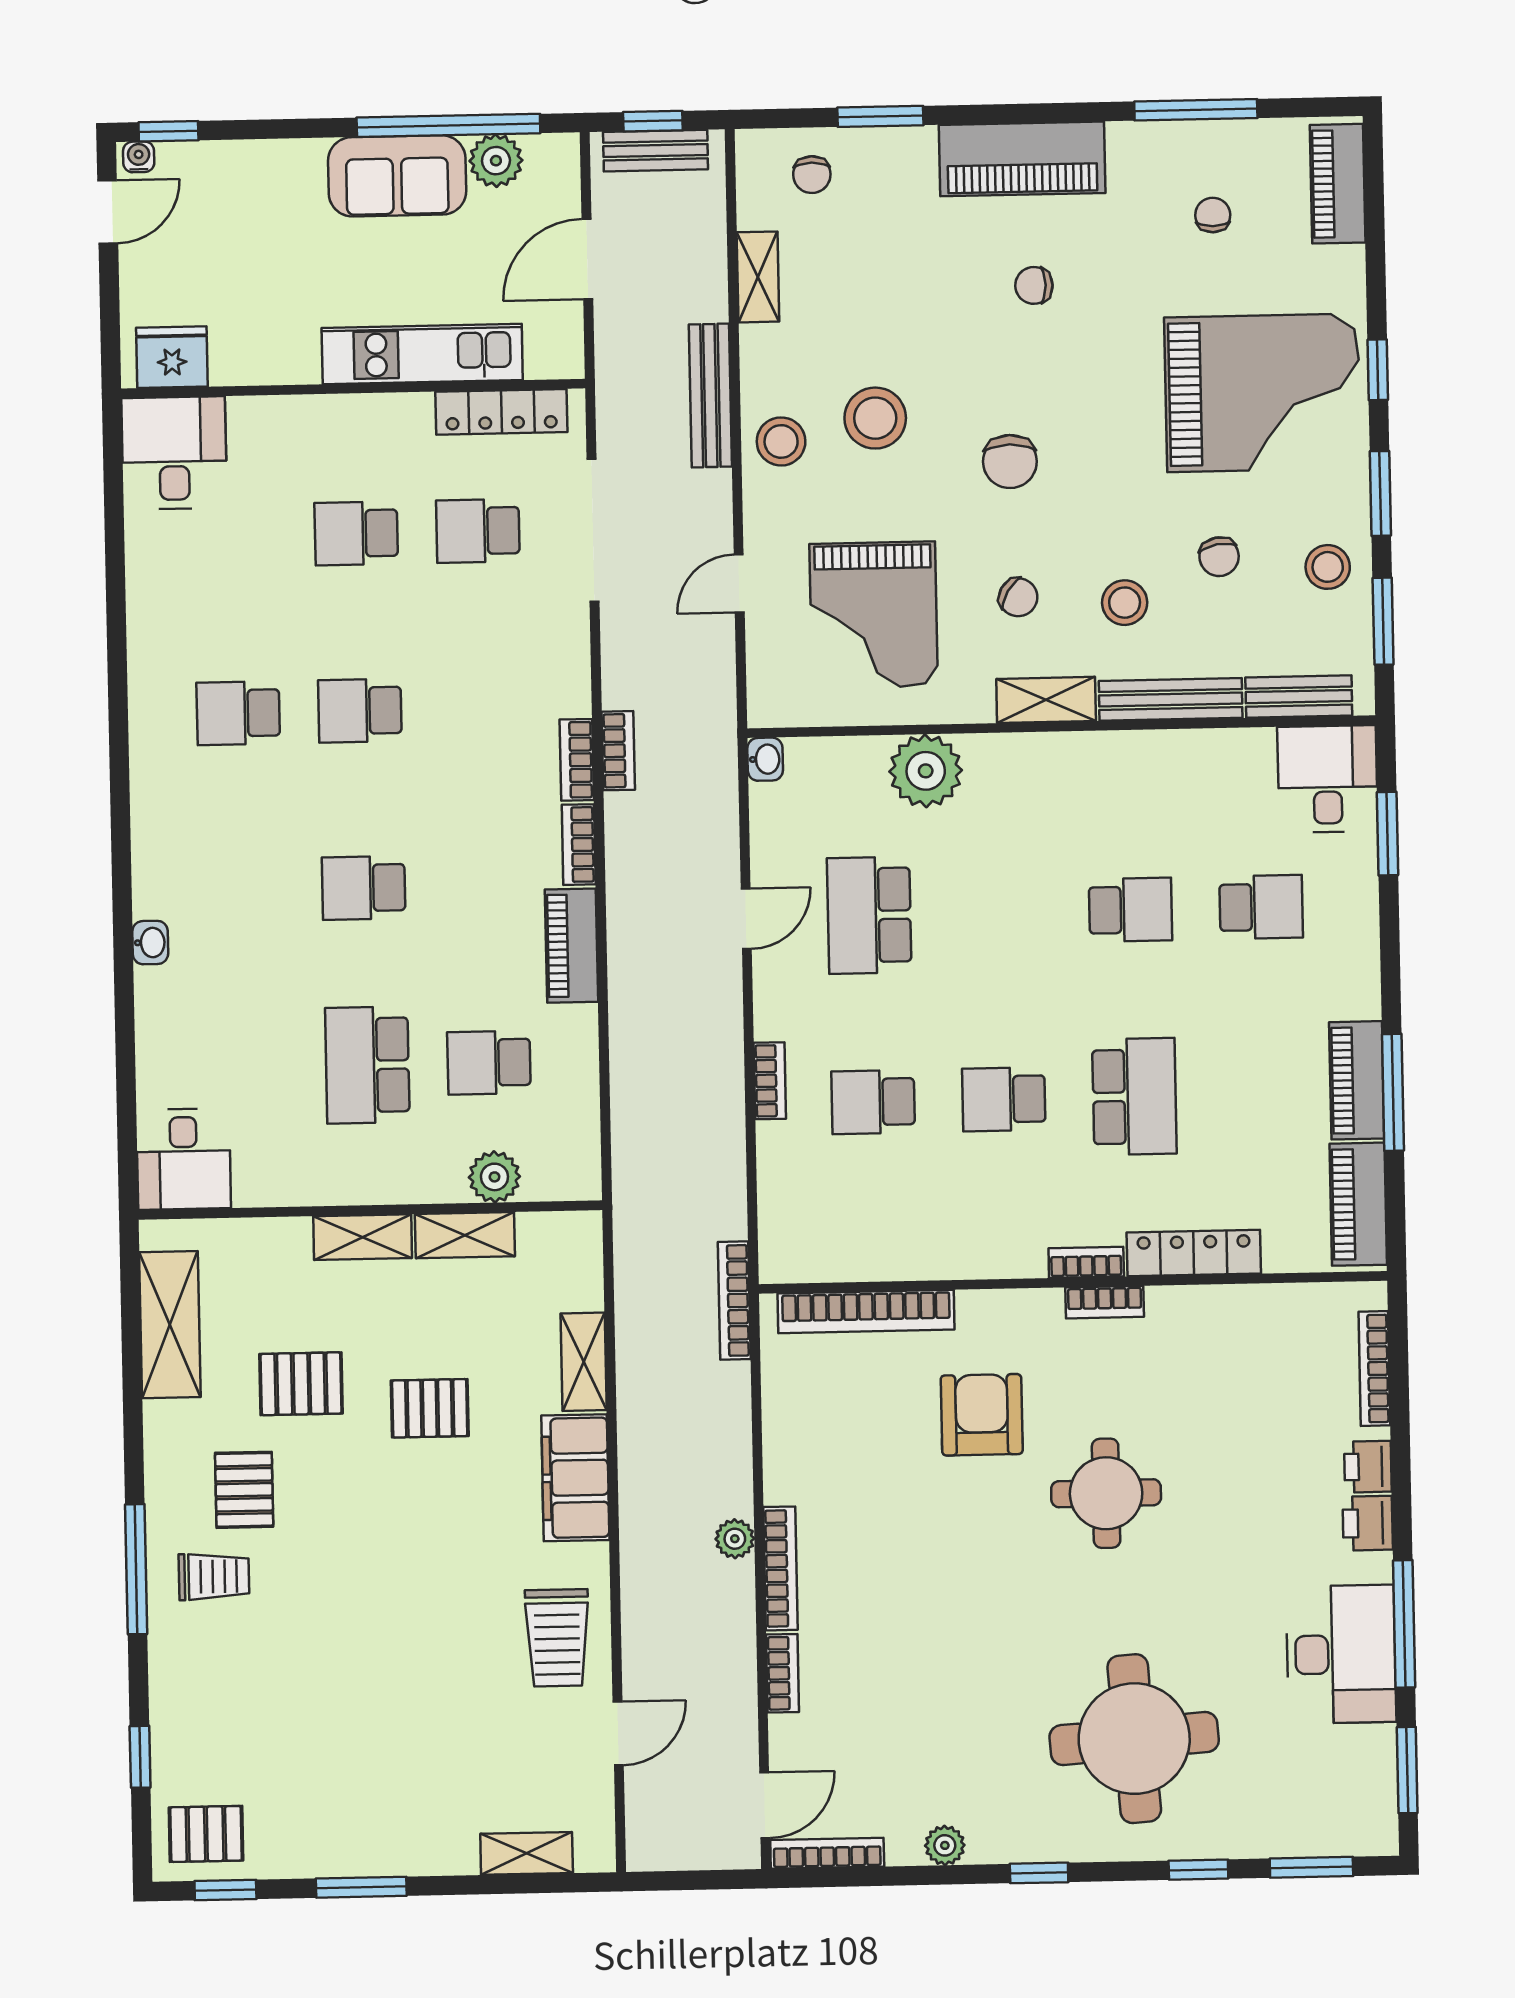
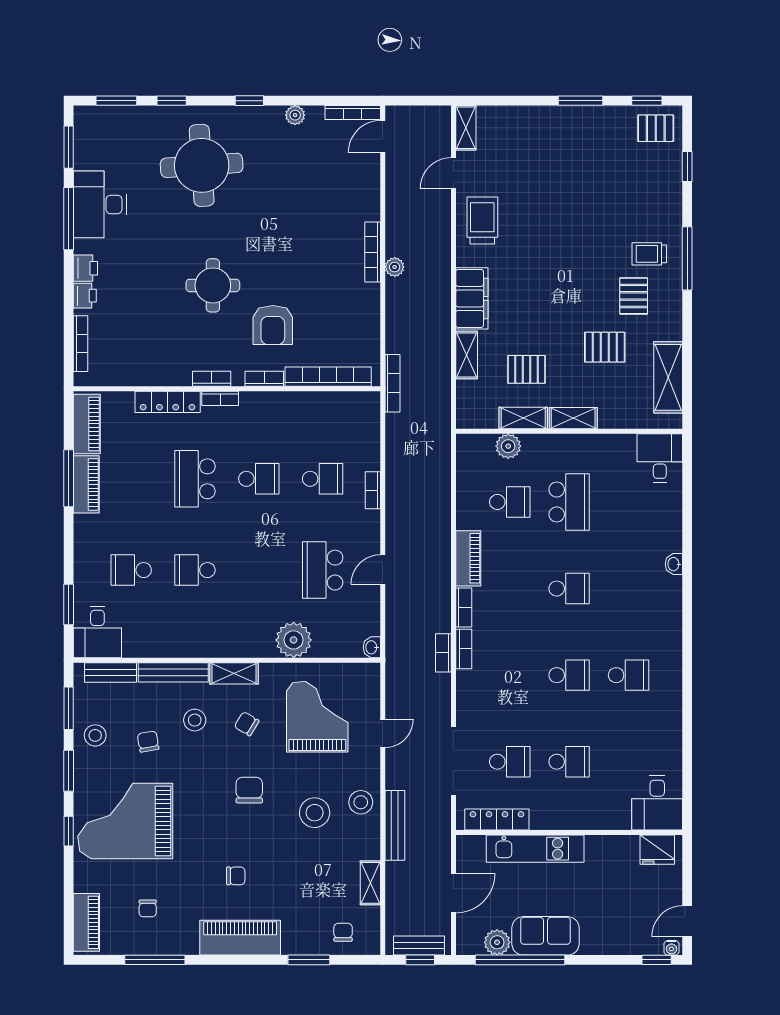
school desk: (869, 915) -> (323, 570), turned 180
pallet: (430, 1408) -> (526, 369), moved
bookcase: (783, 1673) -> (264, 379), moved, turned 90
shelving: (527, 1853) -> (466, 128), moved, turned 90

